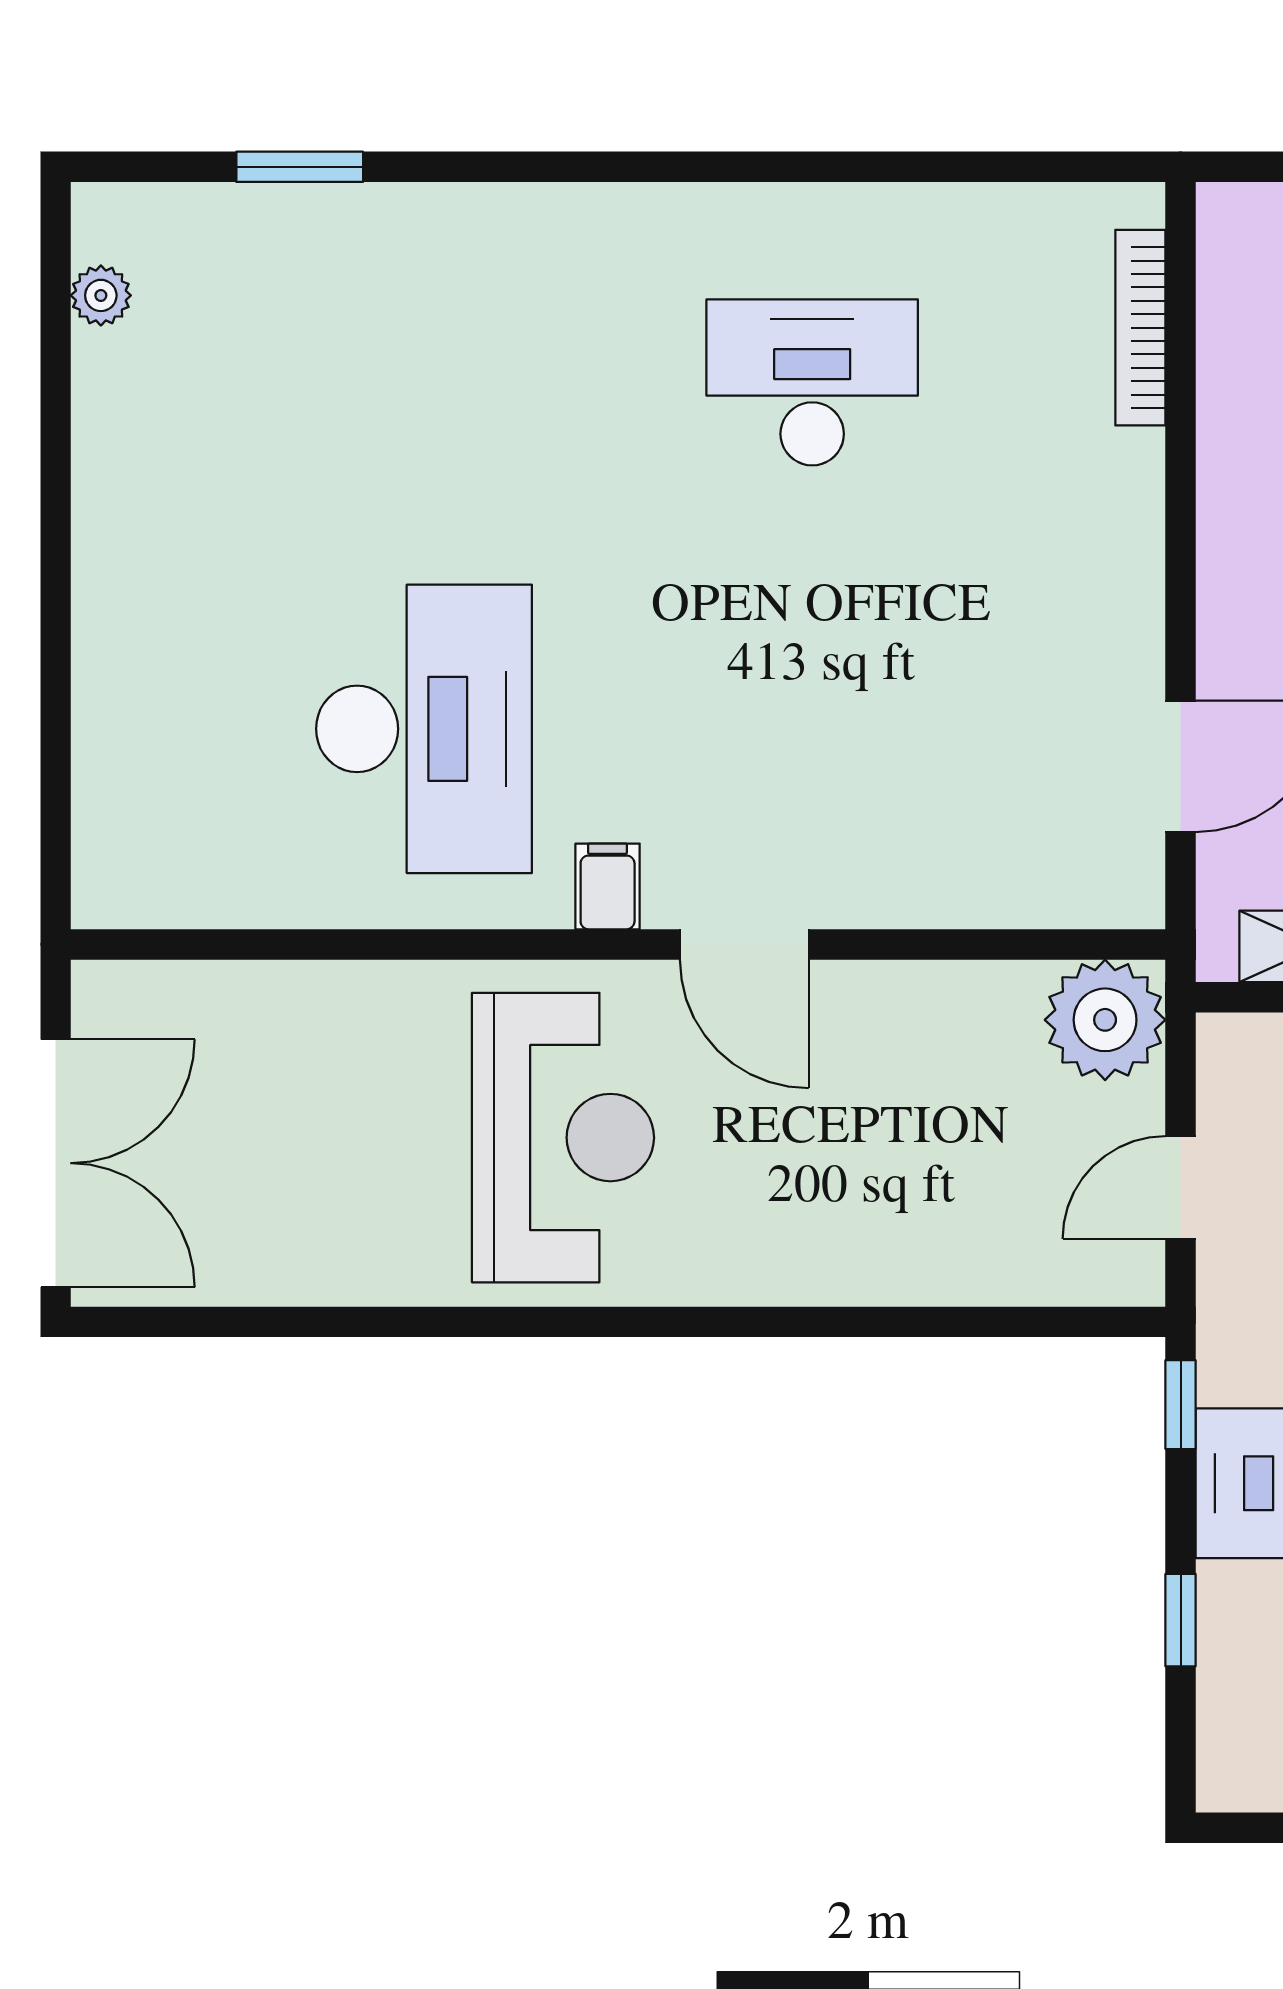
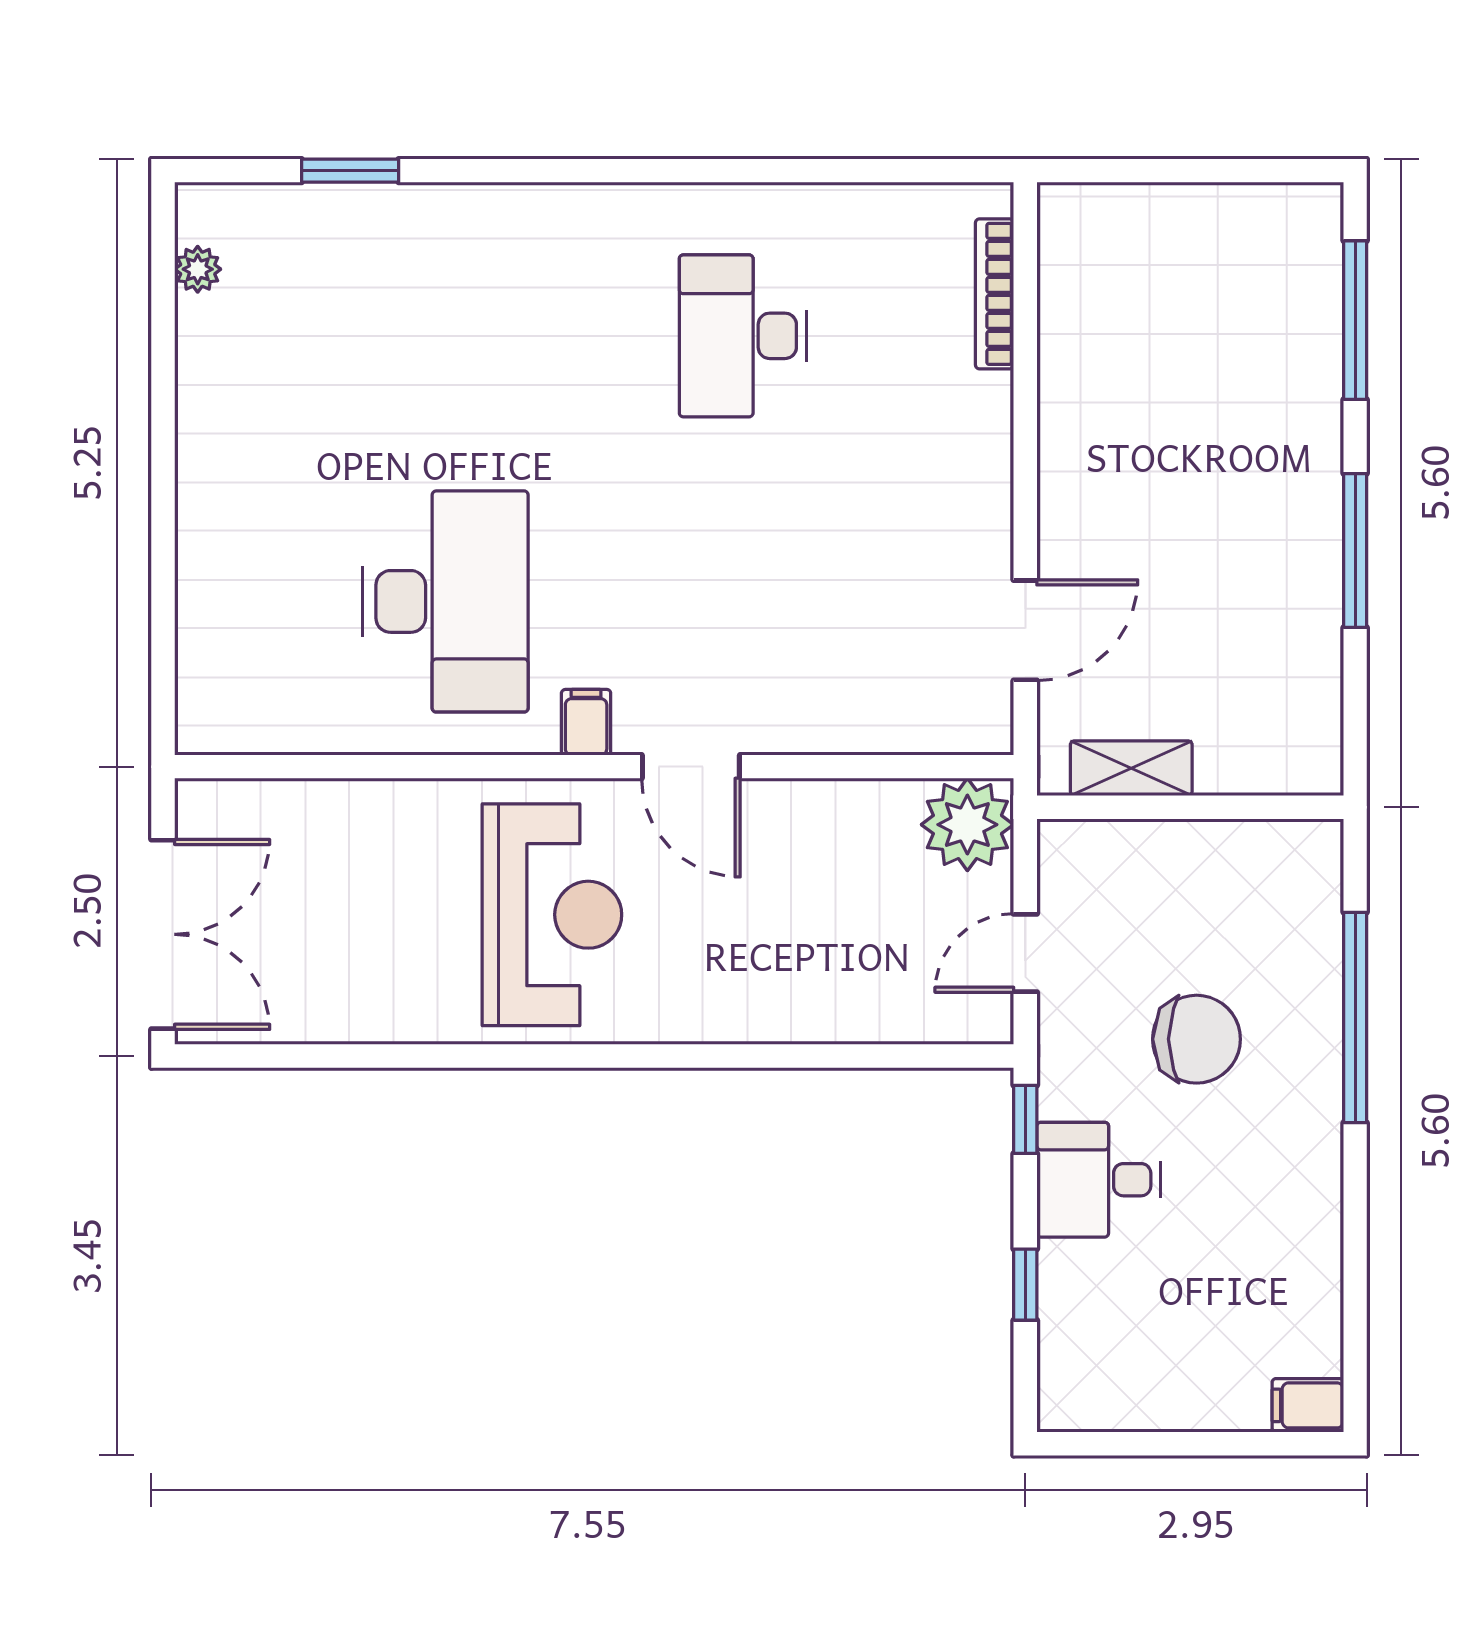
desk: (812, 382) -> (743, 336), turned -90

